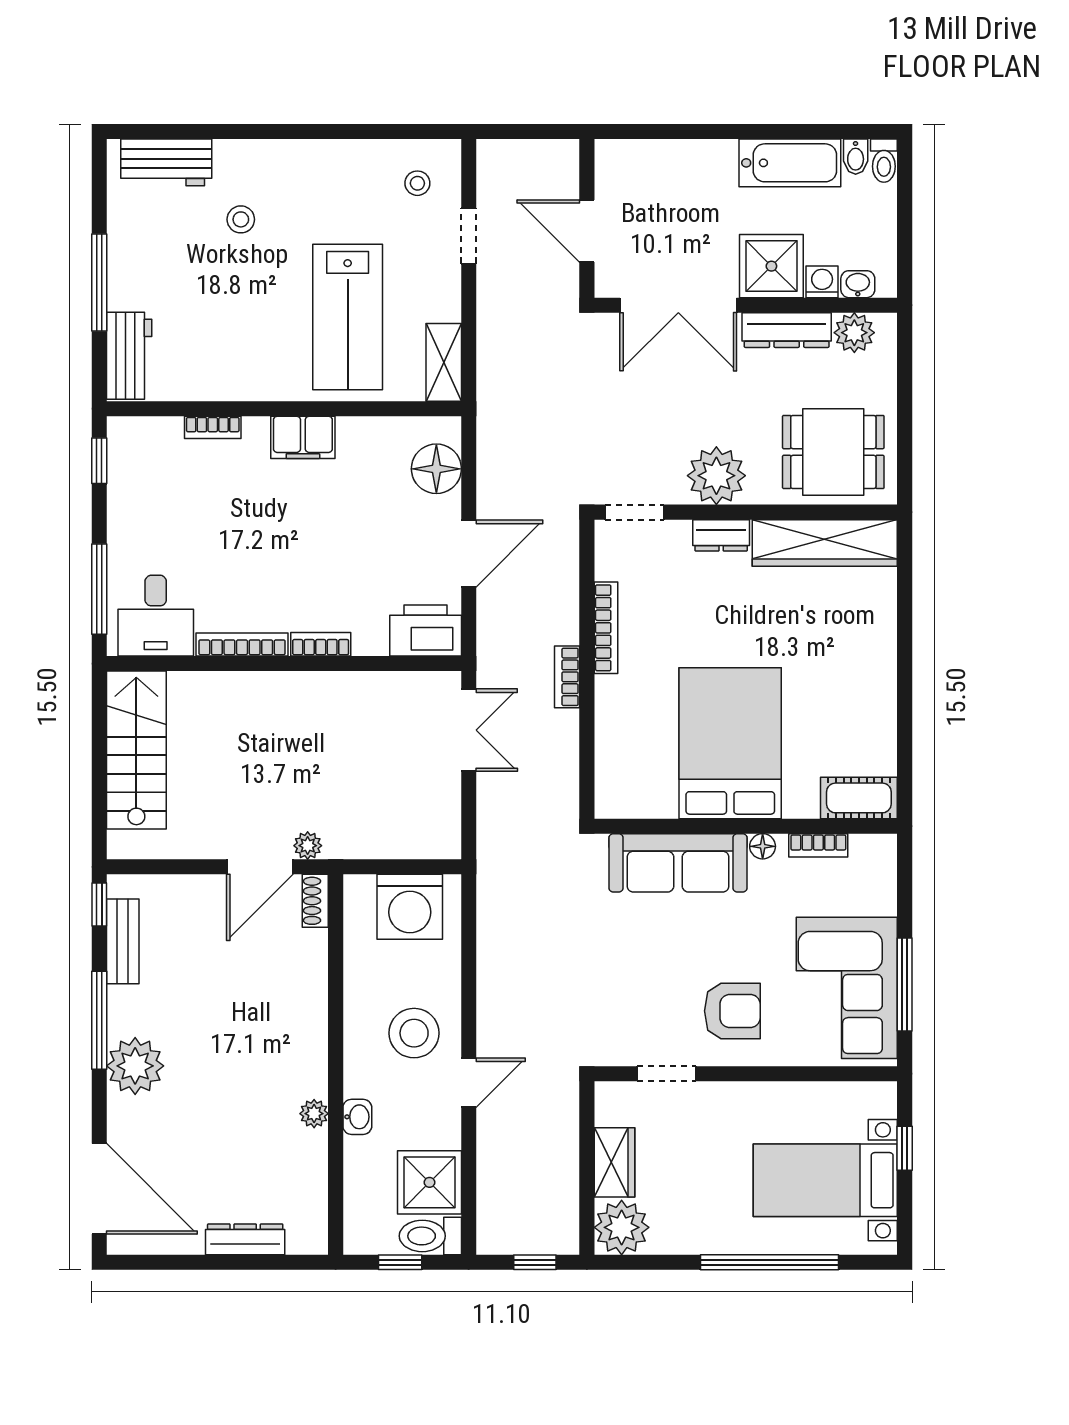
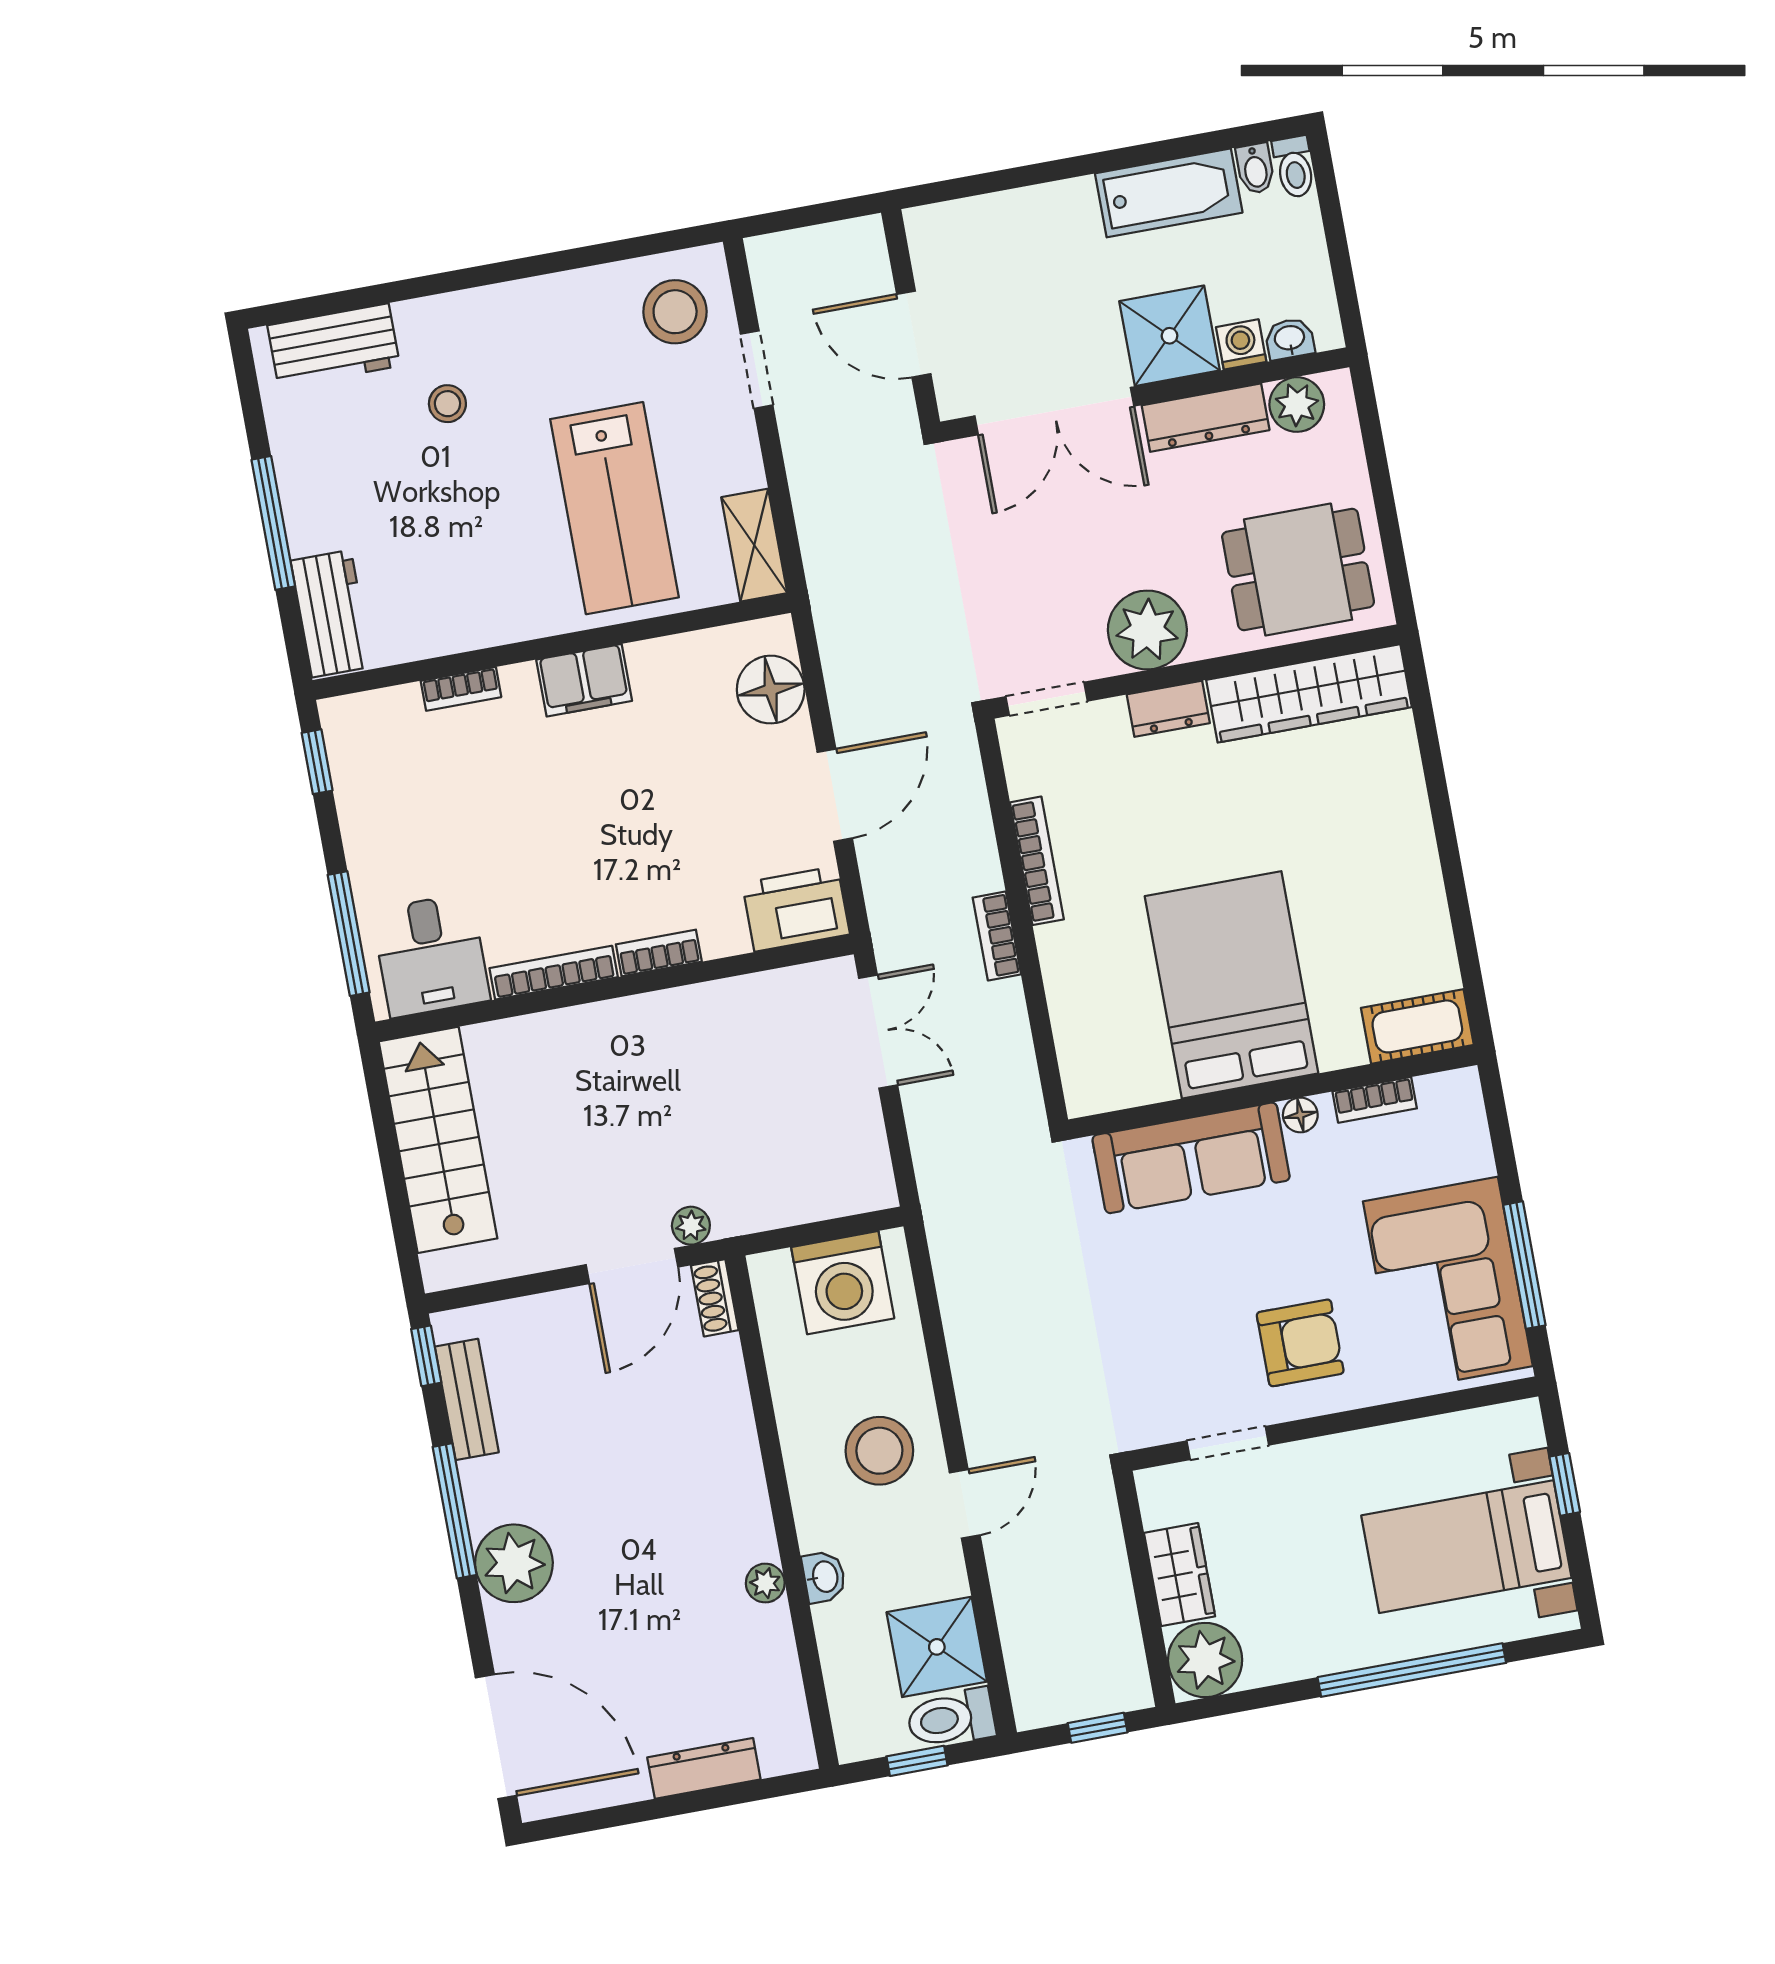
stool: (417, 183) -> (675, 312), width x1.89, depth x1.89

